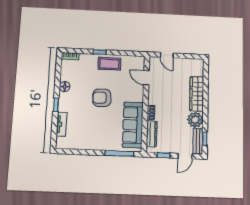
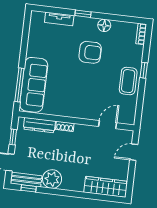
wardrobe: (197, 94) -> (106, 187), moved
armchair: (102, 98) -> (90, 52), moved, turned 90
sofa: (133, 125) -> (34, 85), moved, turned 90

